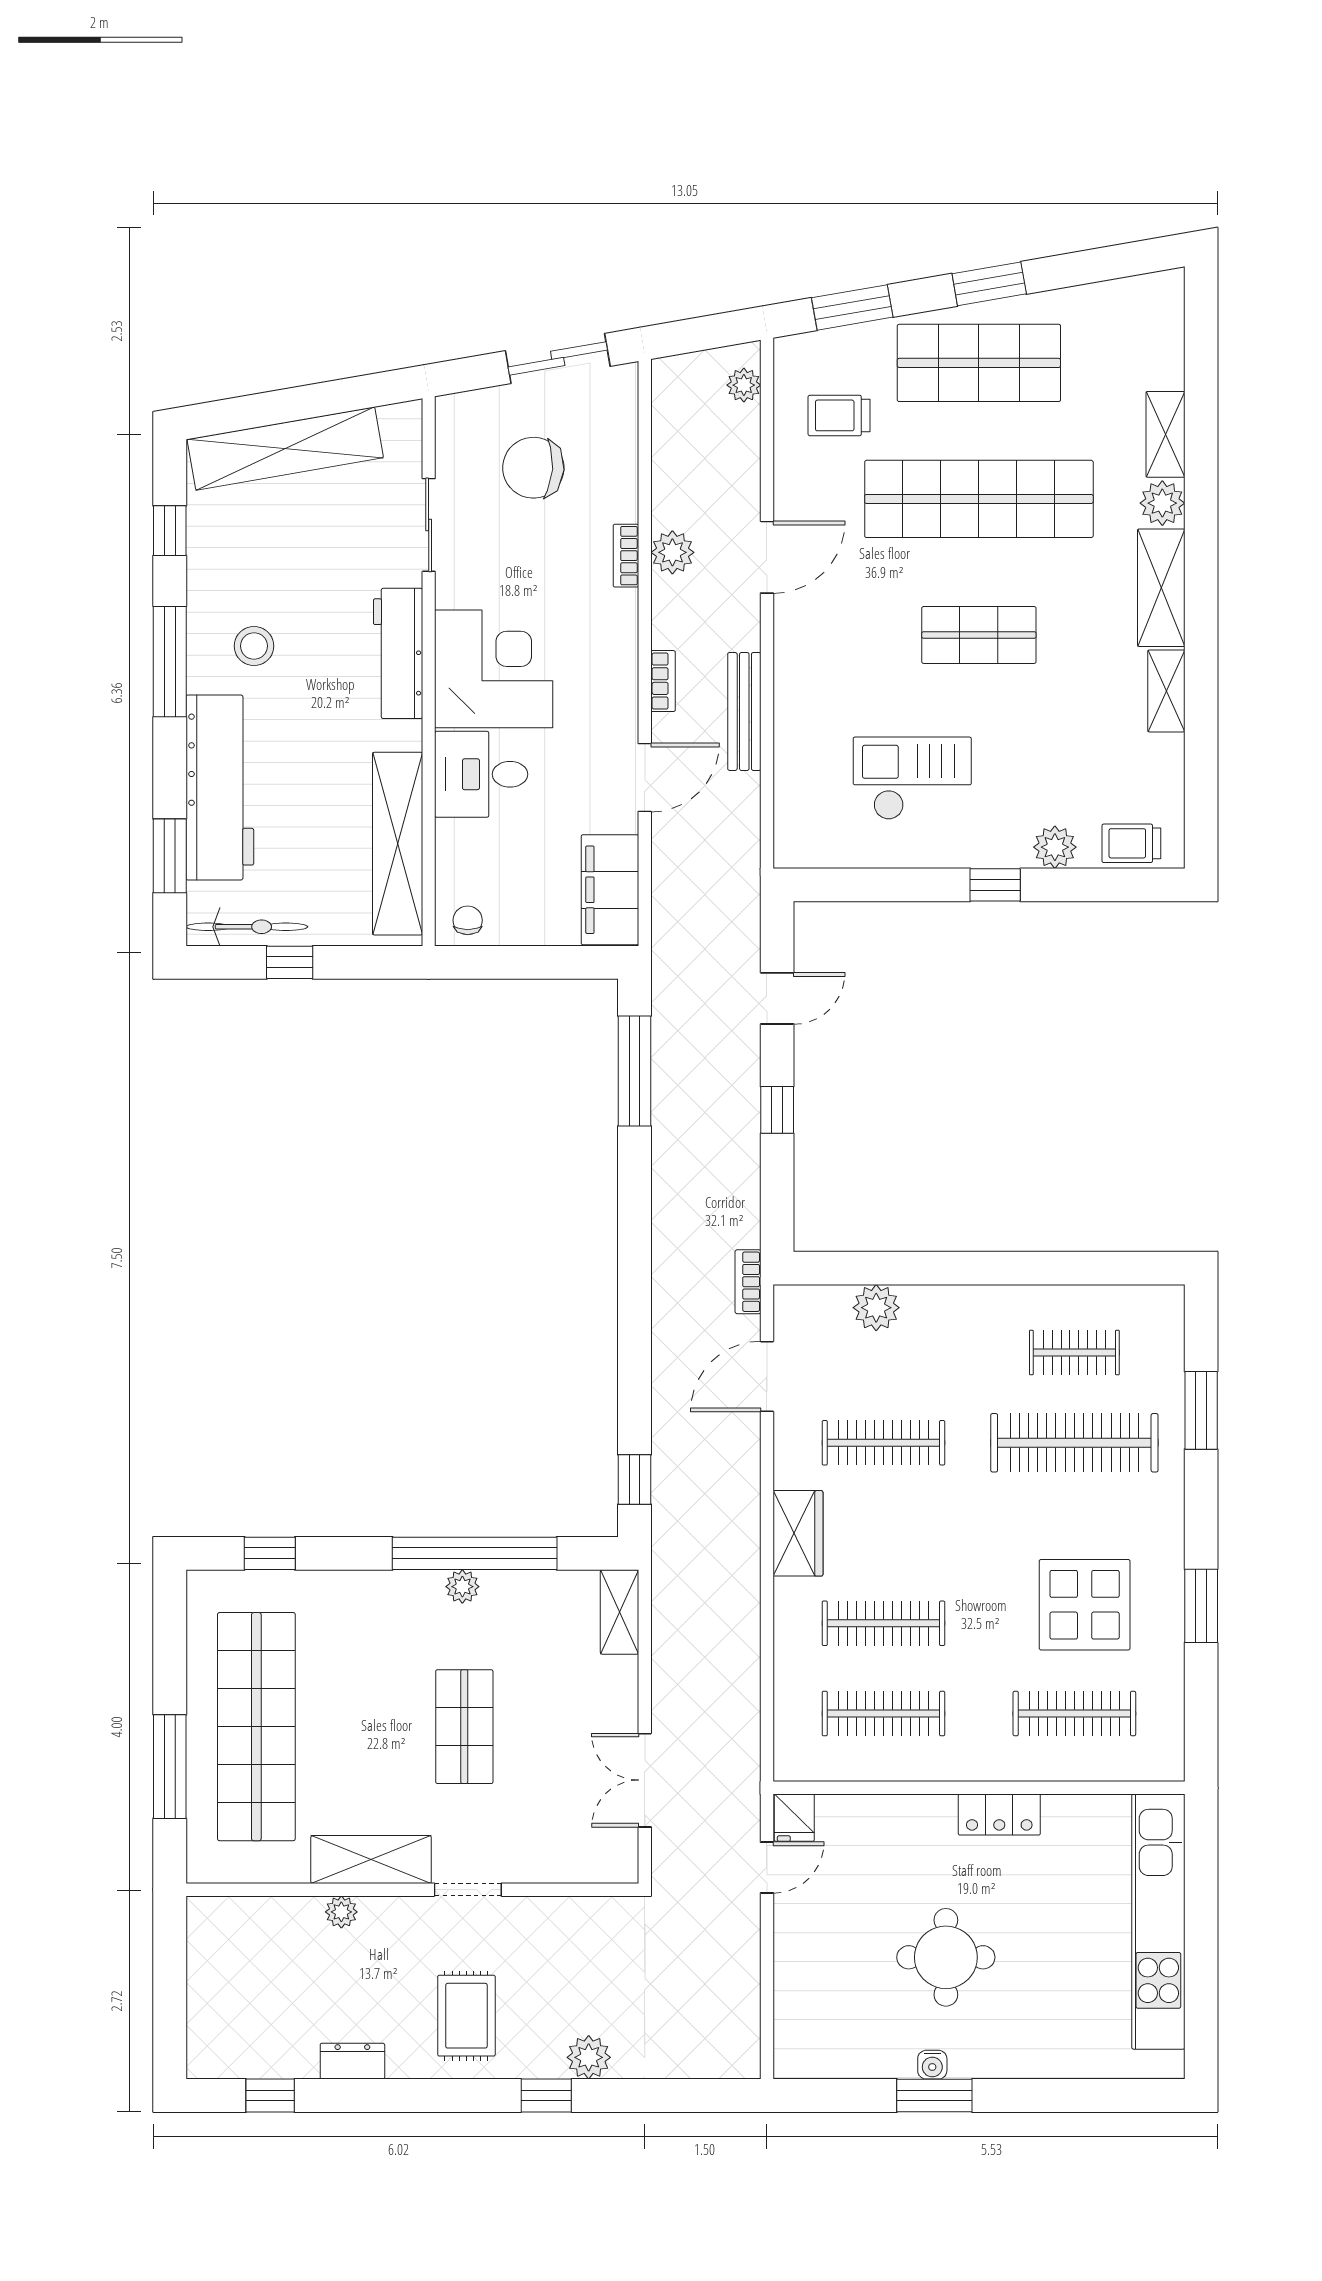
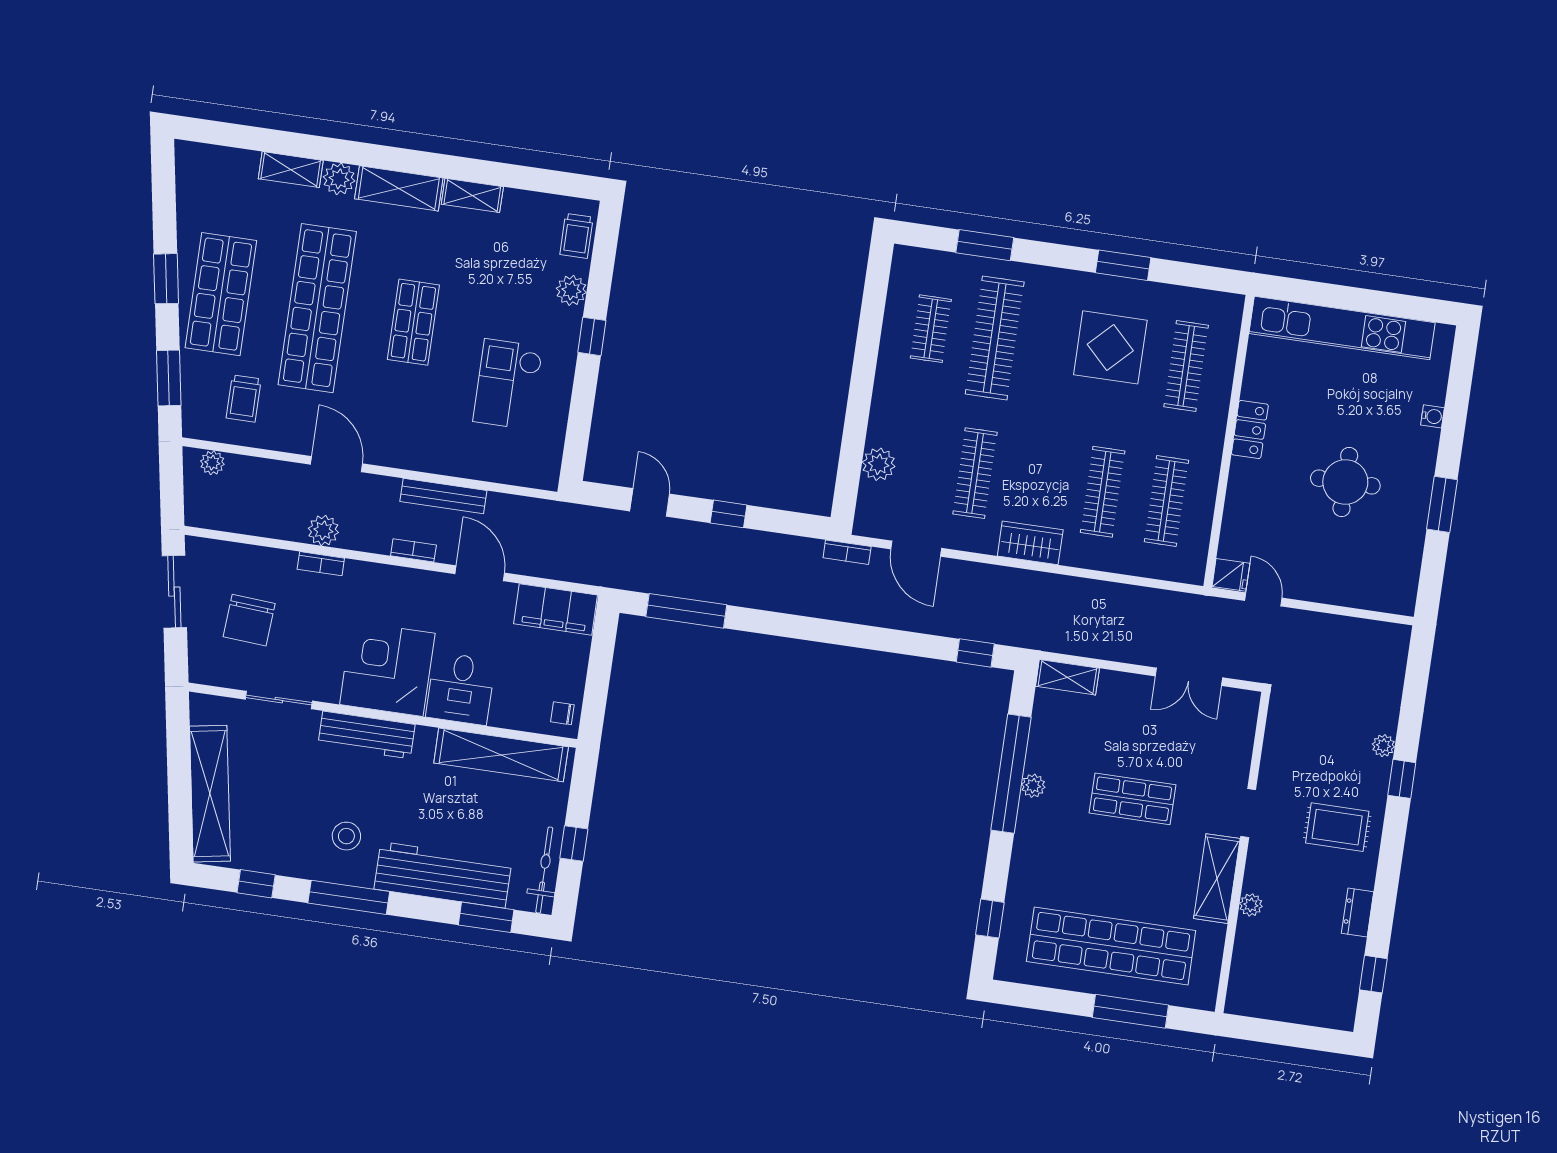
plant: (589, 2057) -> (1383, 746), width x0.73, depth x0.73
water cooler: (932, 2065) -> (1432, 416), moved

